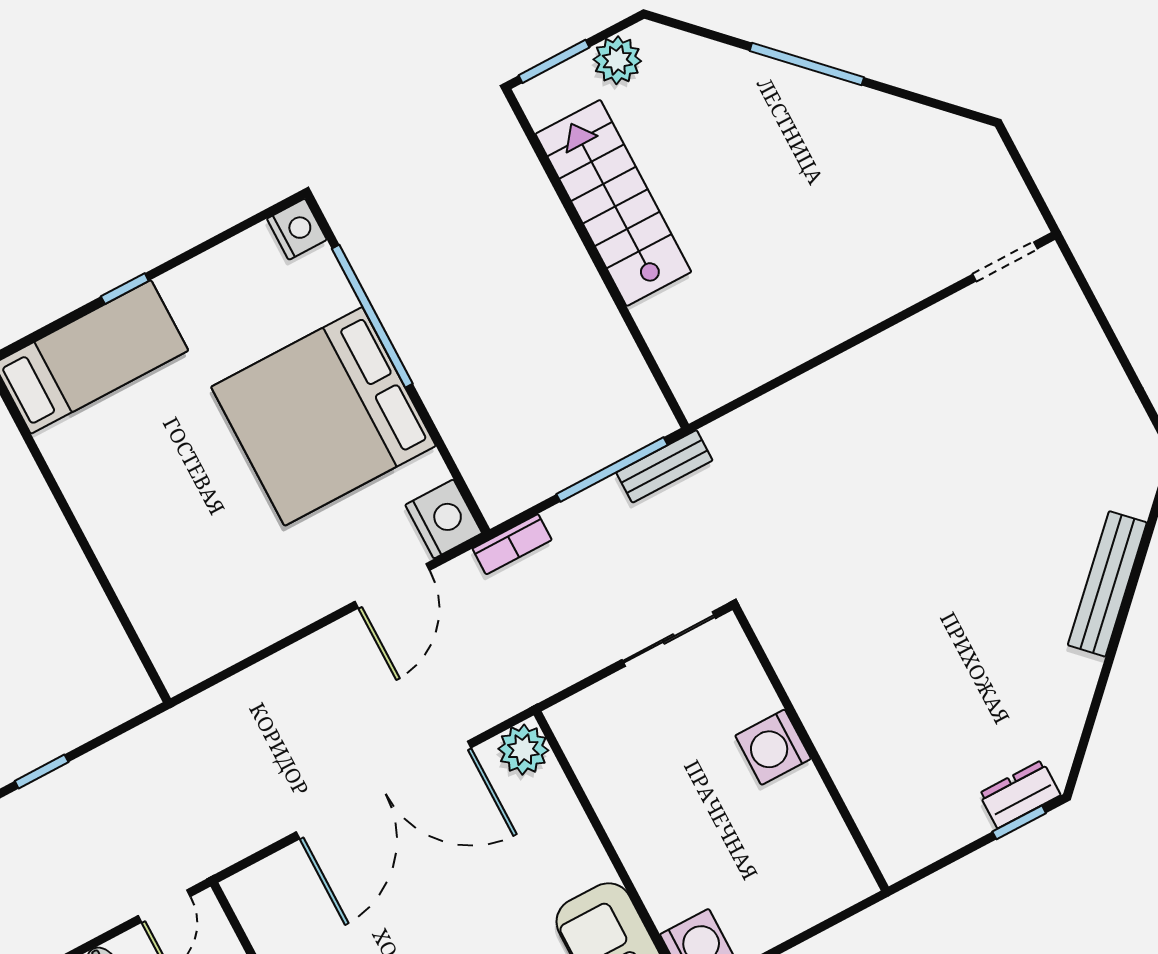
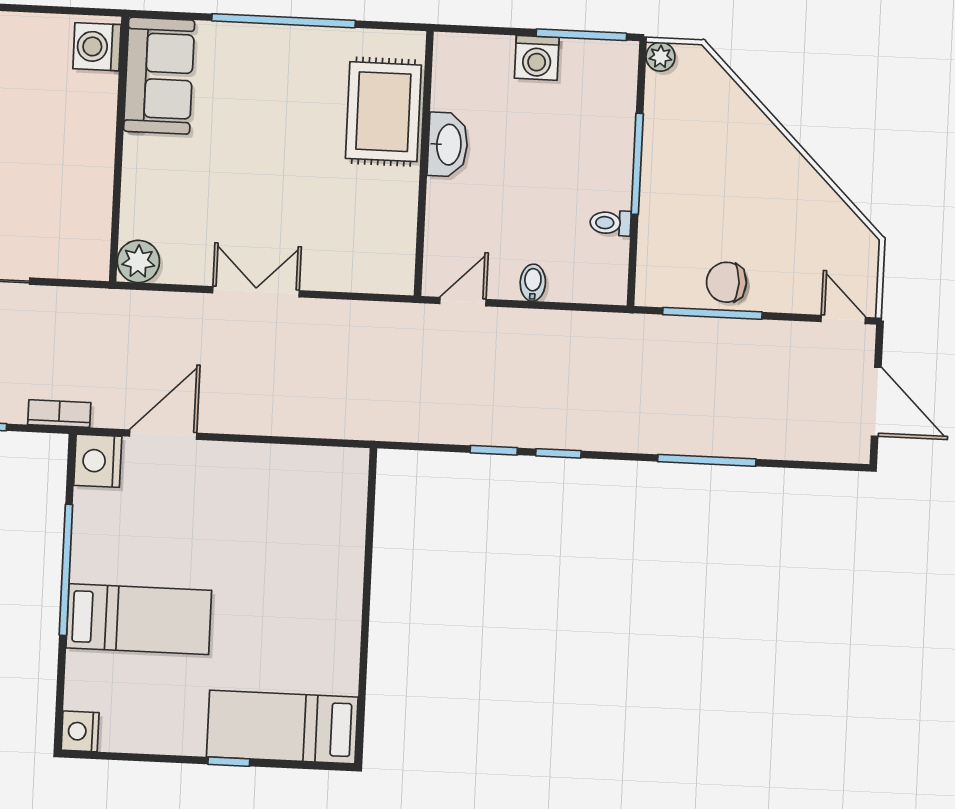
window: (372, 316) -> (66, 570), moved
bed: (323, 416) -> (139, 619), width x0.49
double door: (384, 790) -> (256, 292), width x0.54

